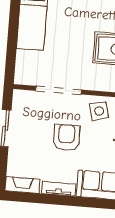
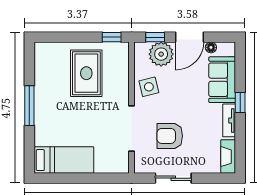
armchair: (66, 137) -> (170, 136), moved
window: (76, 201) -> (240, 103), added

